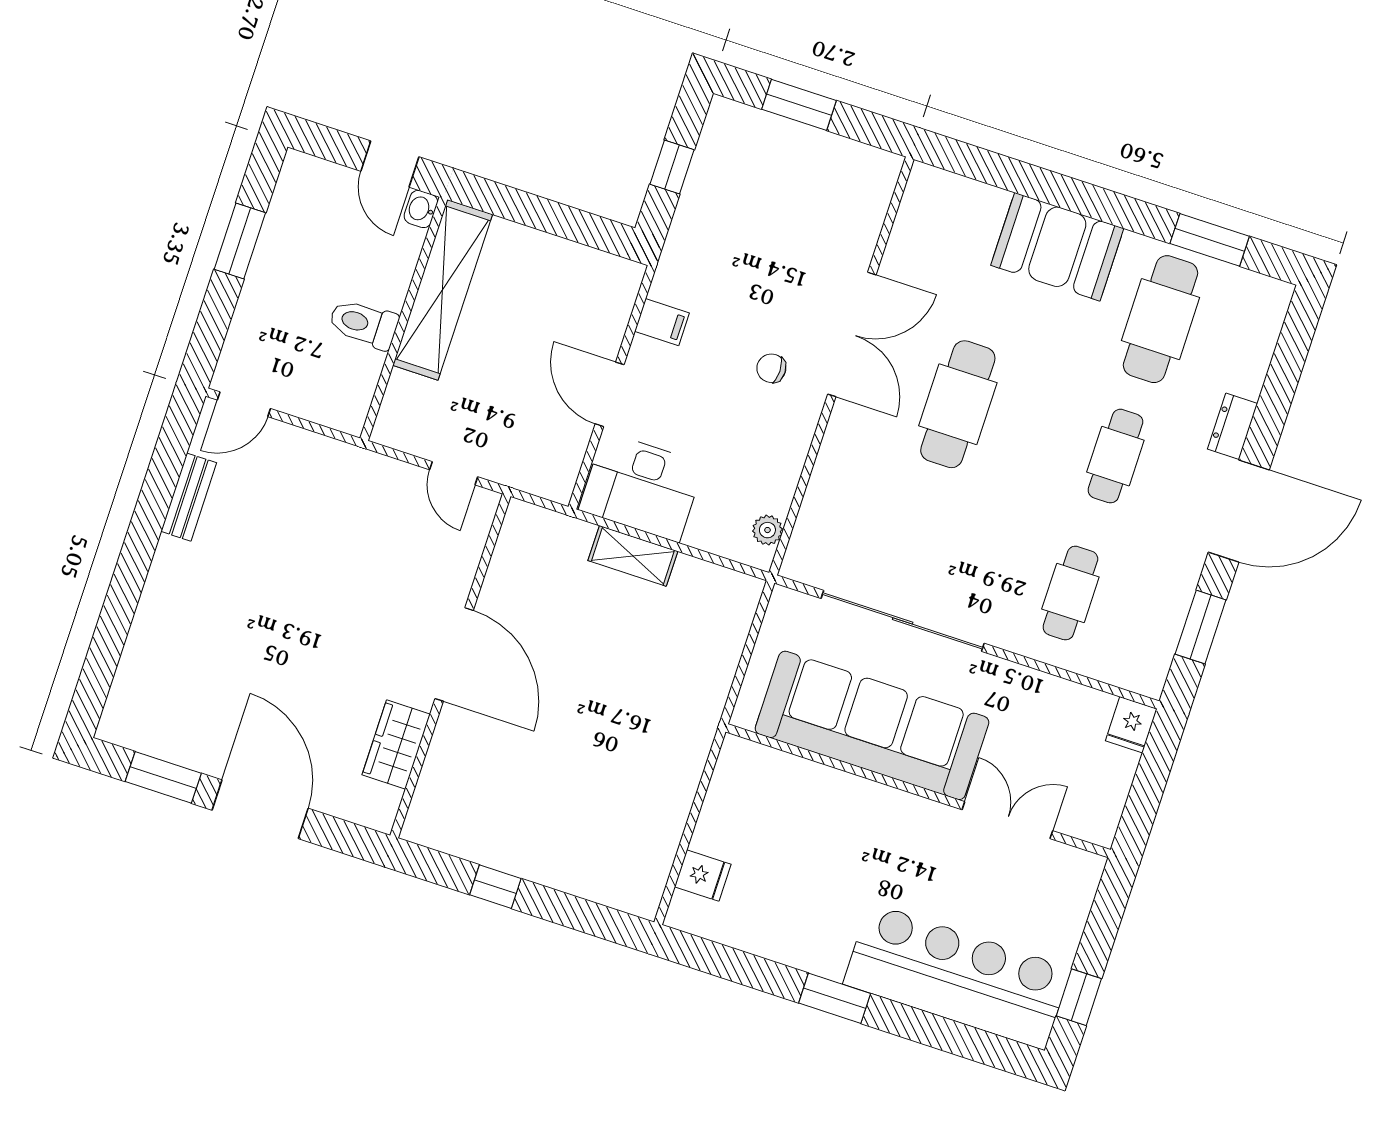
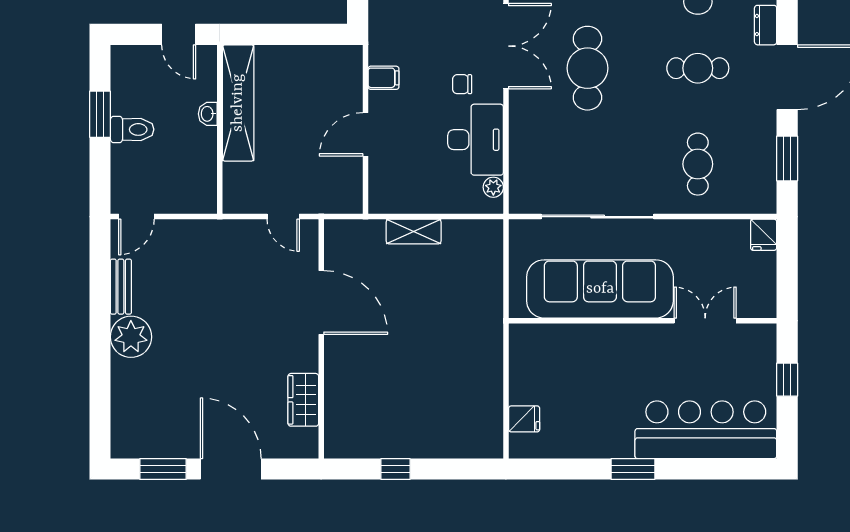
washbasin: (421, 209) -> (208, 114), moved
toilet: (364, 324) -> (132, 129), moved, turned 180
door: (610, 394) -> (365, 134), hinge flipped
cafe table: (1115, 456) -> (698, 68), turned 90
desk: (642, 487) -> (476, 140), moved, turned -90
plant: (180, 574) -> (131, 337), added
door: (454, 654) -> (321, 303), moved
window: (1079, 997) -> (787, 380), moved

